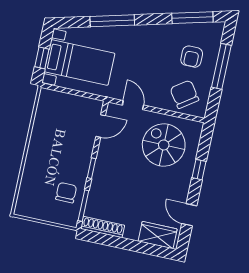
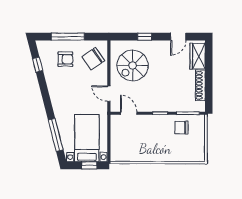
window: (192, 18) -> (38, 65), width x0.46
window: (112, 21) -> (56, 135), moved
door: (133, 105) -> (109, 94), hinge flipped
shoe rack: (103, 227) -> (200, 85), moved

